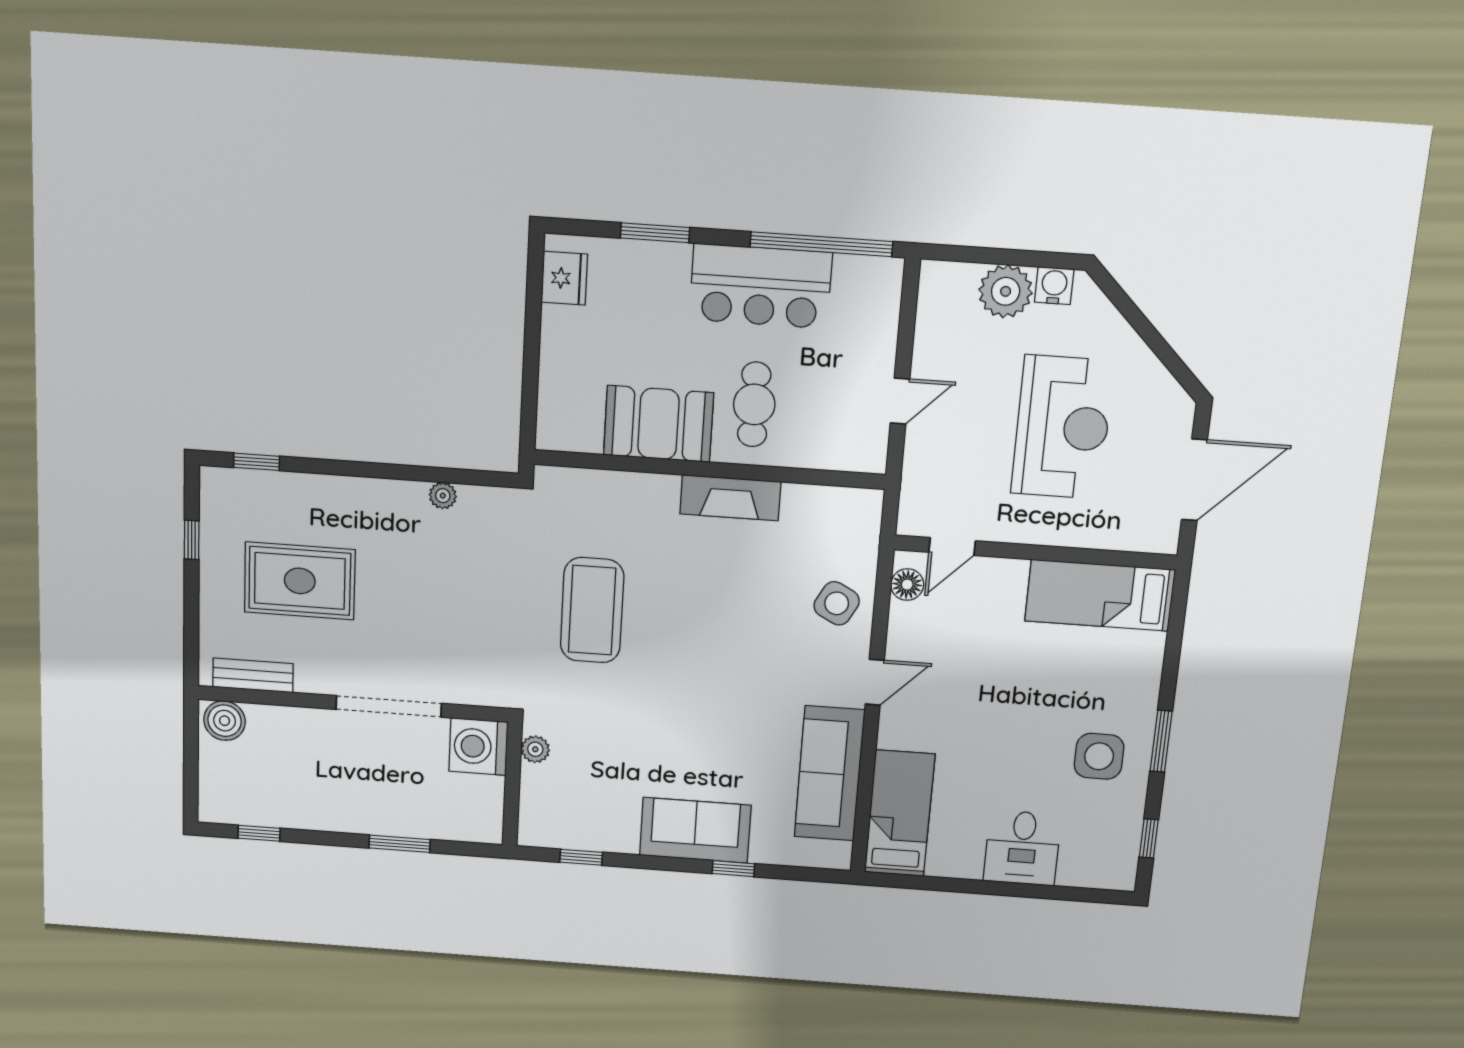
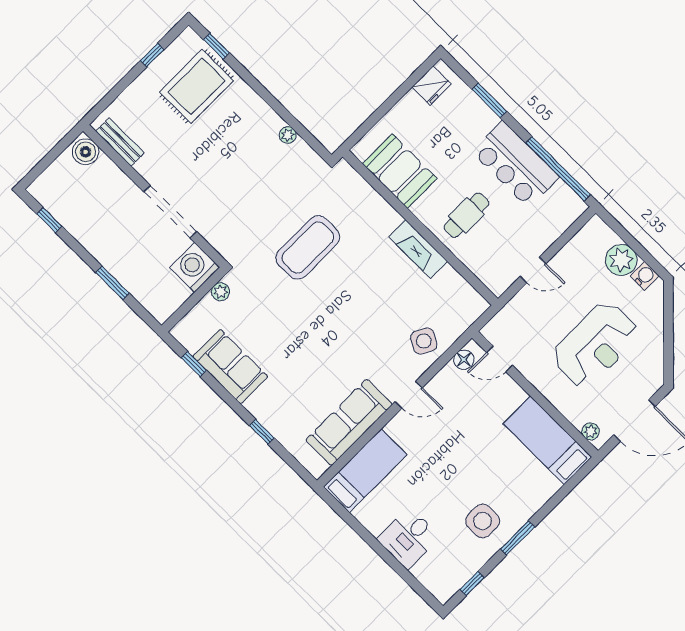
booth: (658, 424) -> (400, 171), moved
plant: (1147, 540) -> (591, 431), added
rug: (300, 581) -> (196, 86), moved, turned 90
sofa: (695, 830) -> (230, 367), moved

